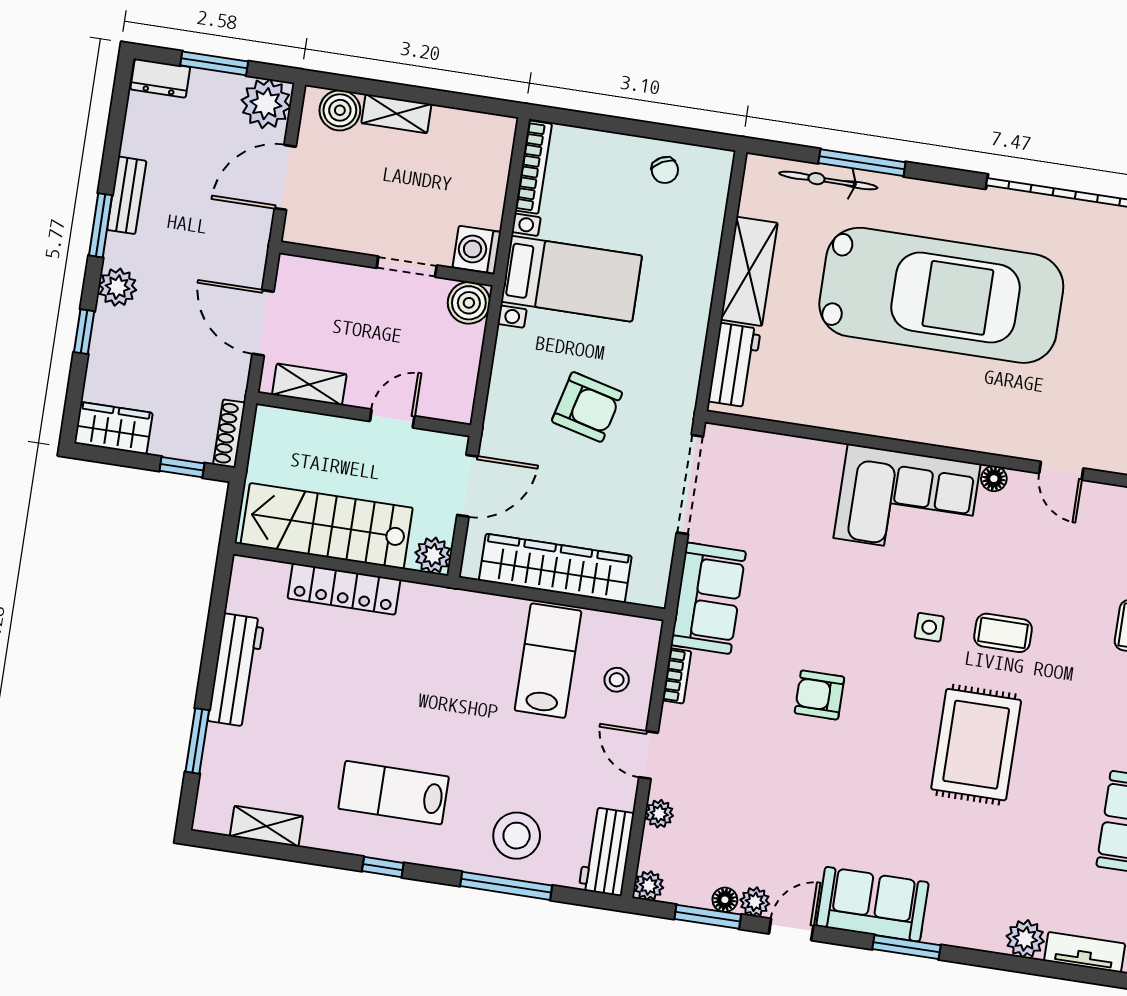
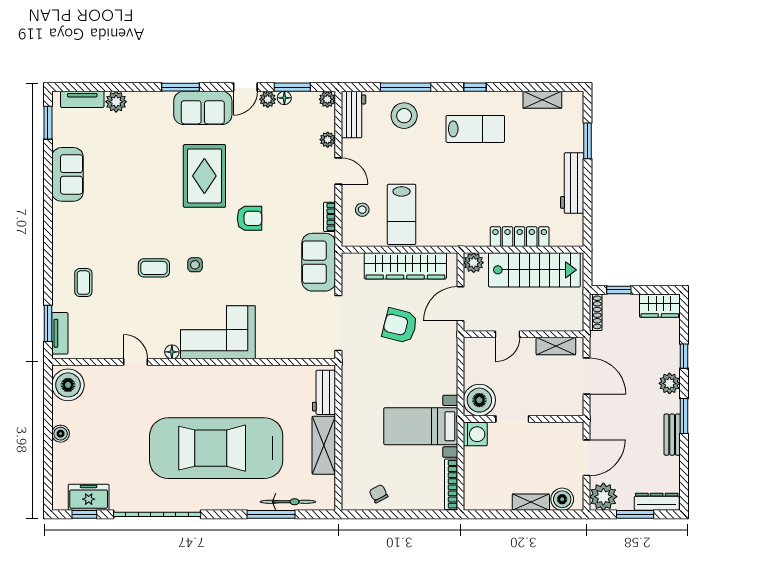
dresser: (160, 78) -> (657, 502), width x1.44
boiler: (469, 303) -> (479, 400), width x1.37, depth x1.37
armchair: (587, 407) -> (400, 326), moved
rug: (976, 745) -> (204, 176), moved

